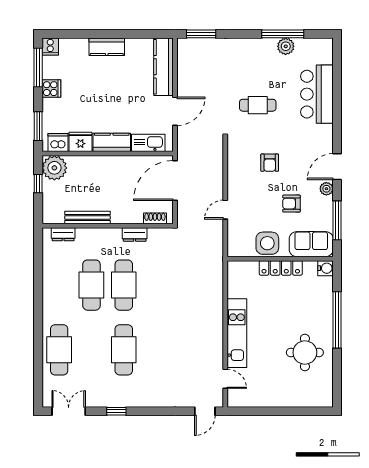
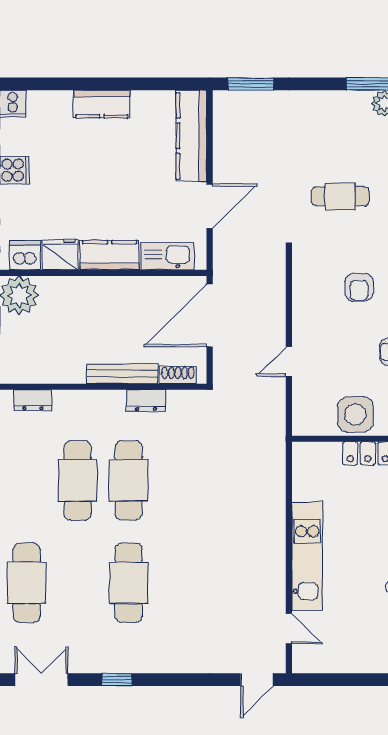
bench: (88, 217) -> (122, 374), moved

